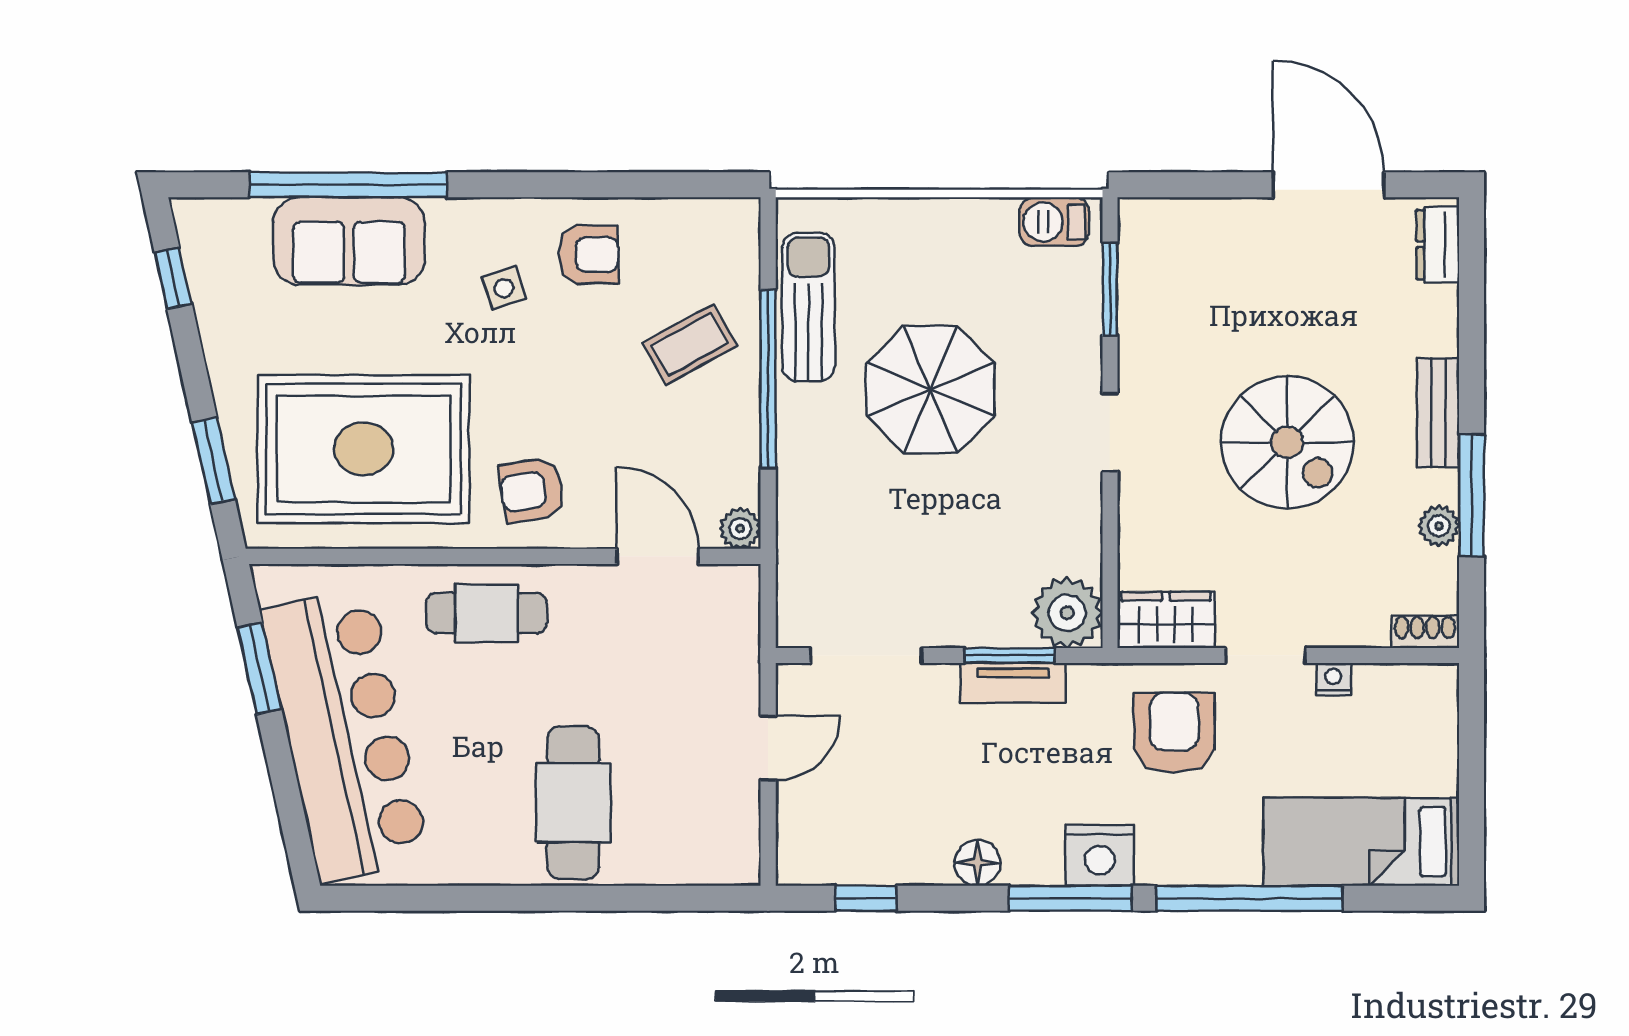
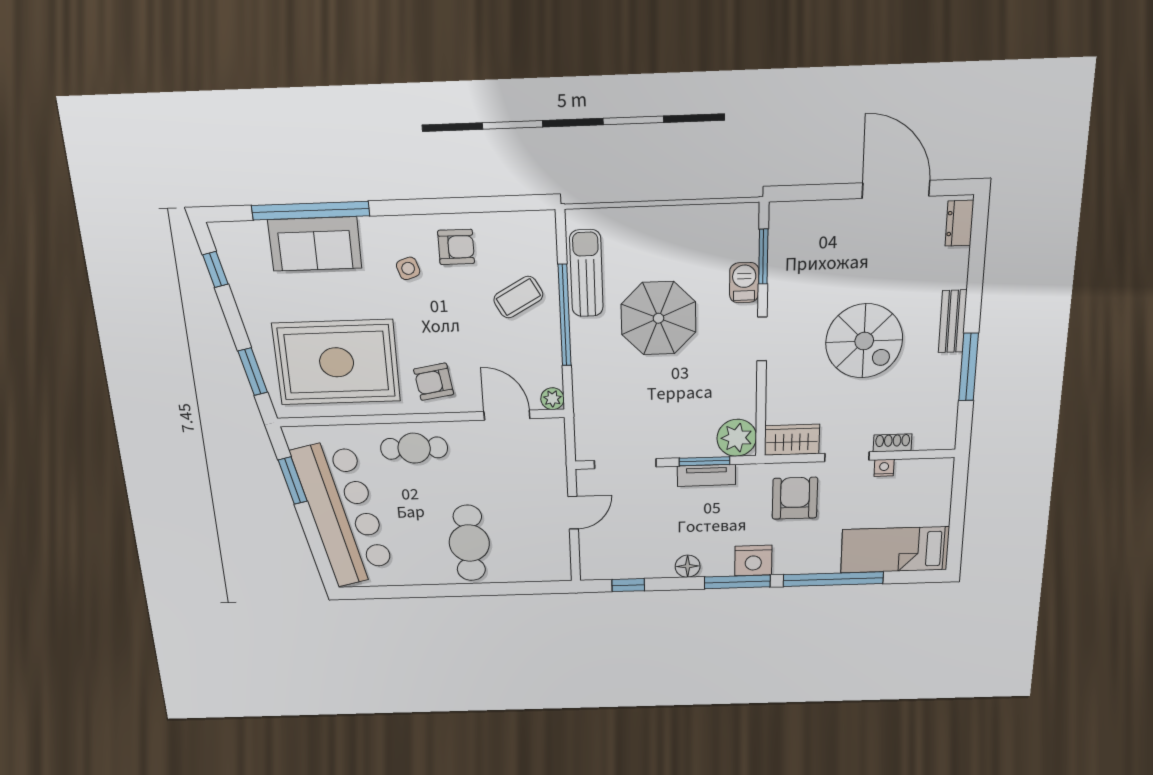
barbecue: (1054, 222) -> (744, 283), moved, turned 90
plant: (1439, 526) -> (949, 384), removed
shoe rack: (1425, 632) -> (893, 443), moved

